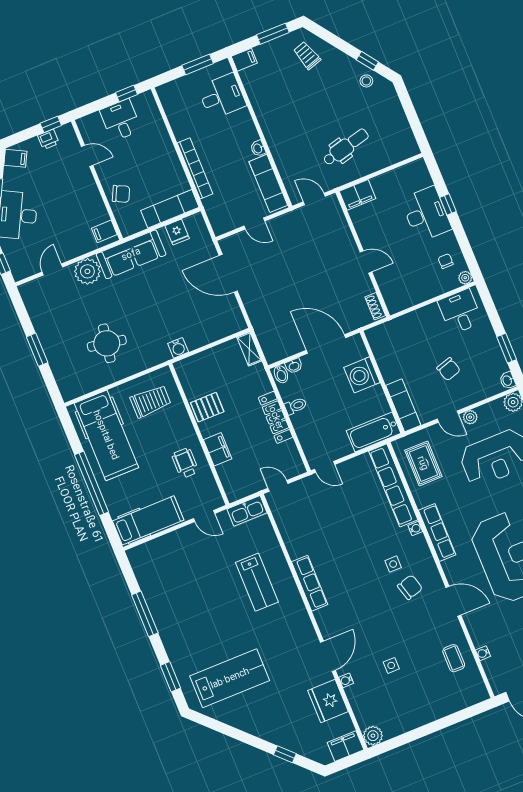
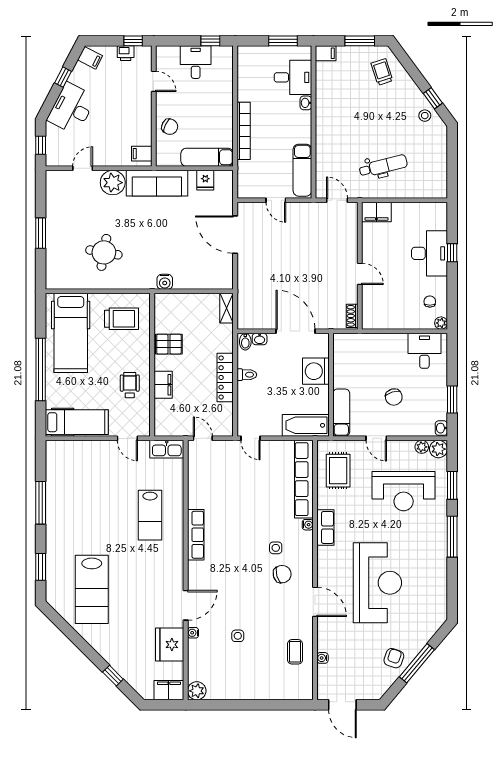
washbasin: (258, 148) -> (306, 103), moved
plant: (470, 417) -> (422, 447), moved
row of seats: (437, 533) -> (325, 527), width x0.68
lab bench: (230, 678) -> (92, 589), turned 90

